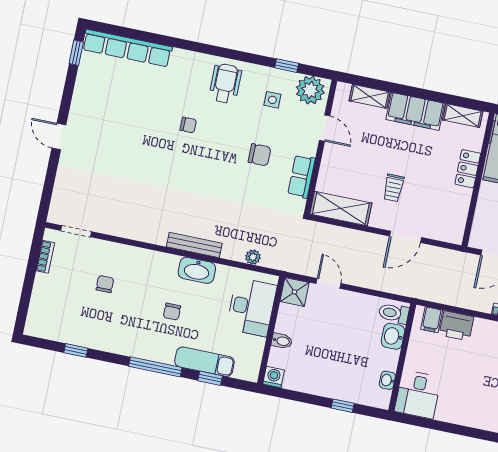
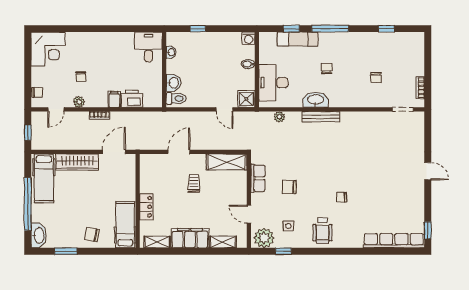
filing cabinet: (432, 320) -> (114, 99), moved

